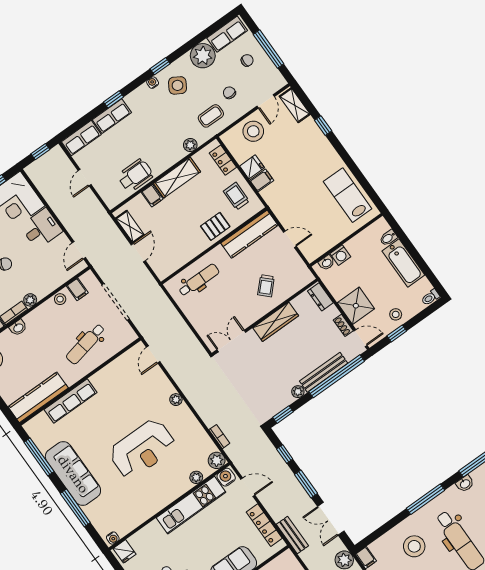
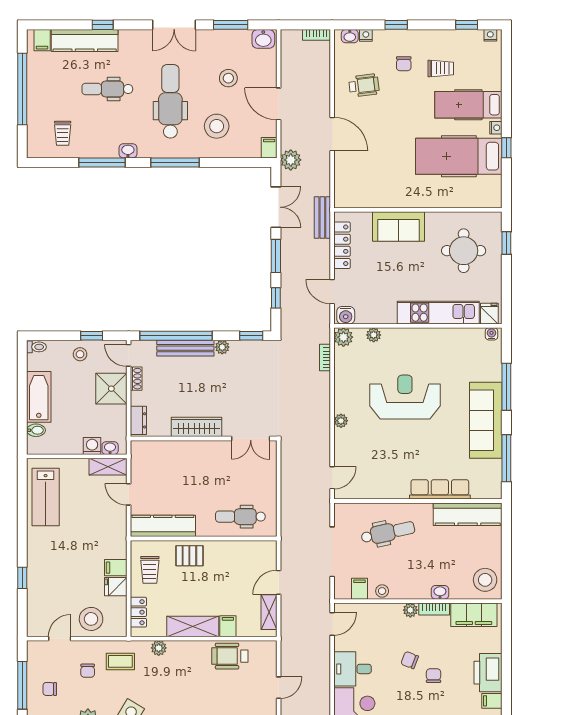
shelving: (295, 105) -> (108, 467), moved, turned 90
trolley: (266, 286) -> (182, 467), removed
kitchen unit: (191, 505) -> (438, 313), moved

